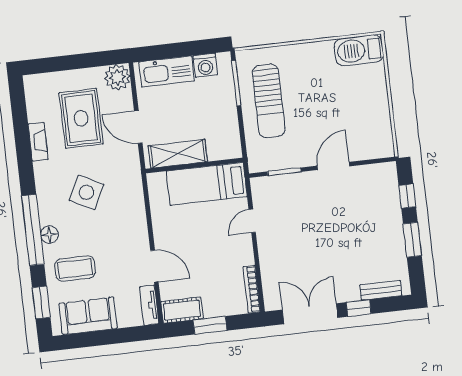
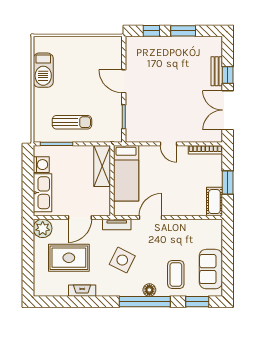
barbecue: (359, 50) -> (43, 70), moved
sun lounger: (269, 101) -> (72, 122), width x0.73, depth x0.75
shelving: (178, 154) -> (102, 166), moved
door: (252, 221) -> (168, 144), moved
door: (154, 266) -> (150, 218), moved
bench: (381, 290) -> (217, 71), moved
tv unit: (149, 305) -> (117, 225), moved

